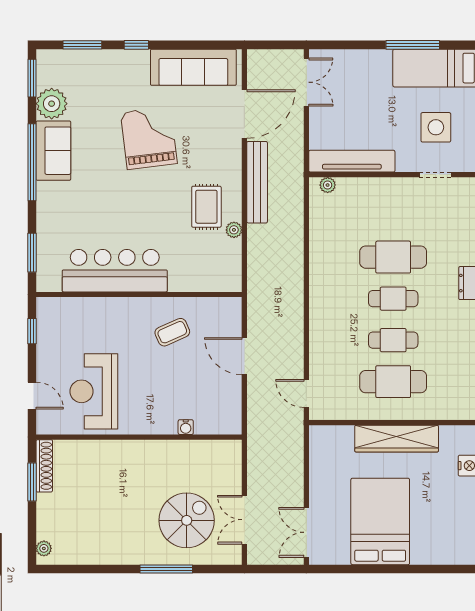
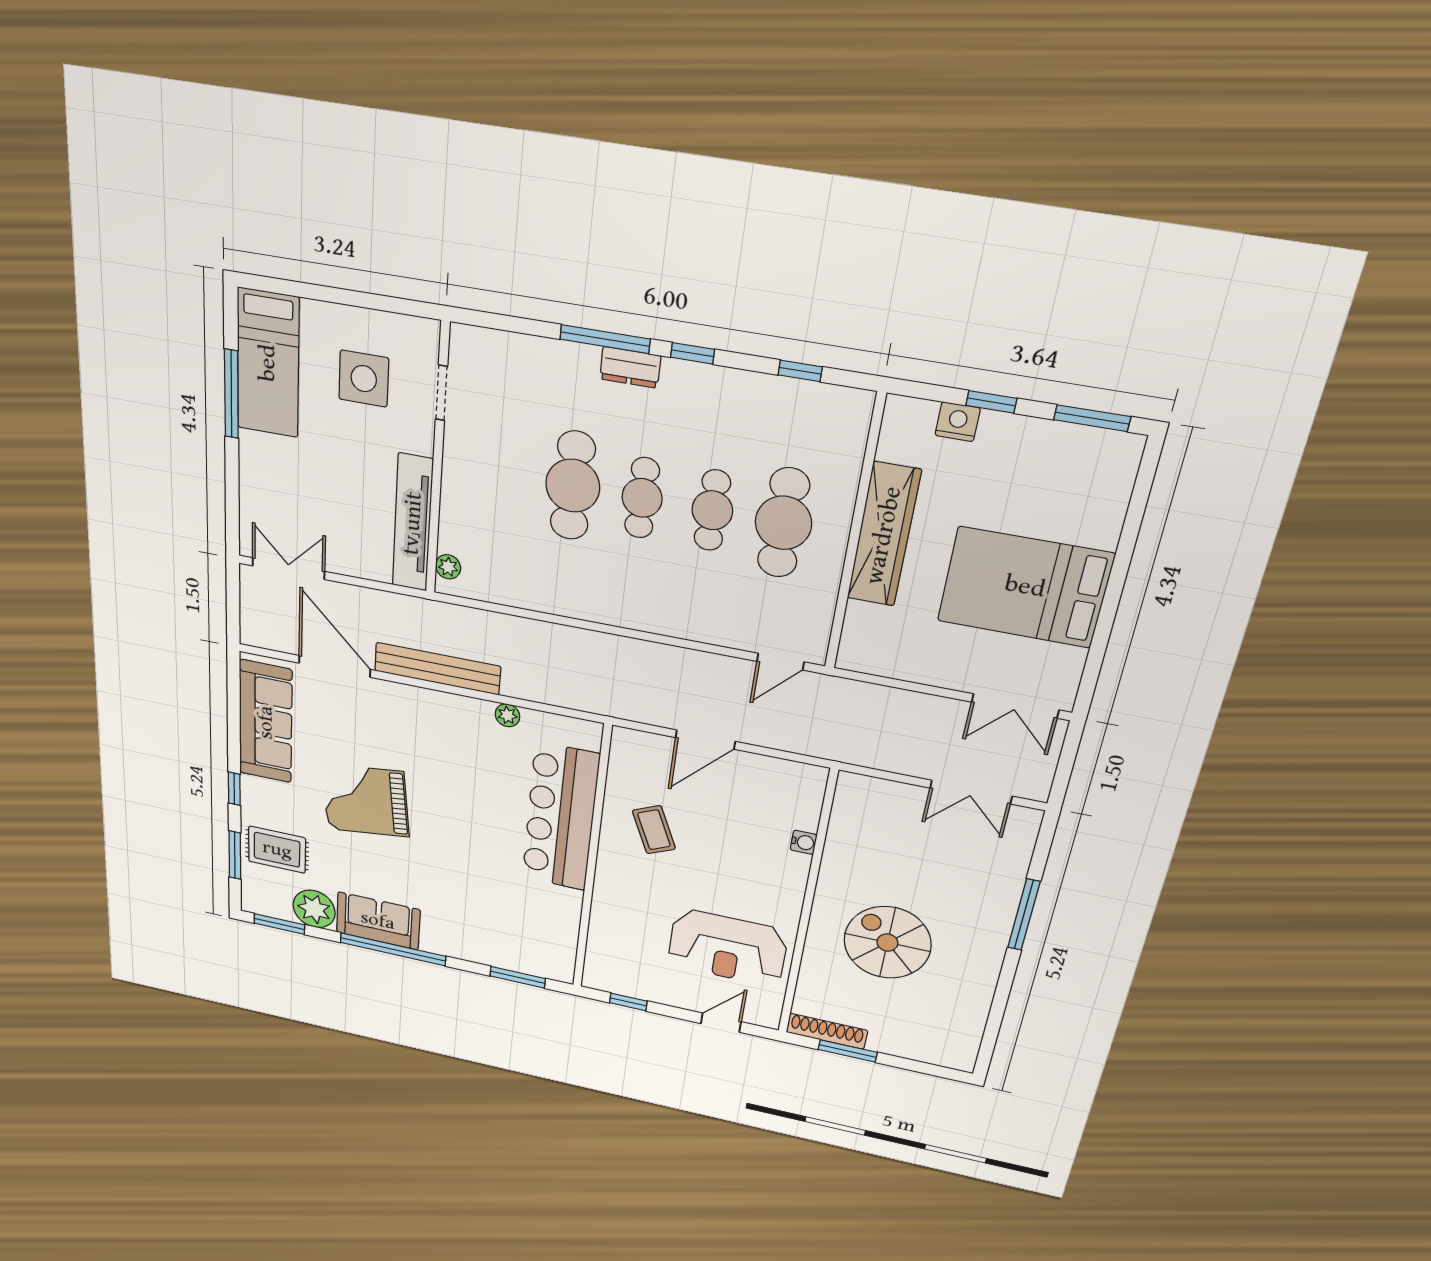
rug: (206, 207) -> (277, 850), moved
bar counter: (115, 271) -> (560, 817), moved
spiral stairs: (187, 520) -> (887, 943), moved
plant: (44, 548) -> (951, 1059), removed

